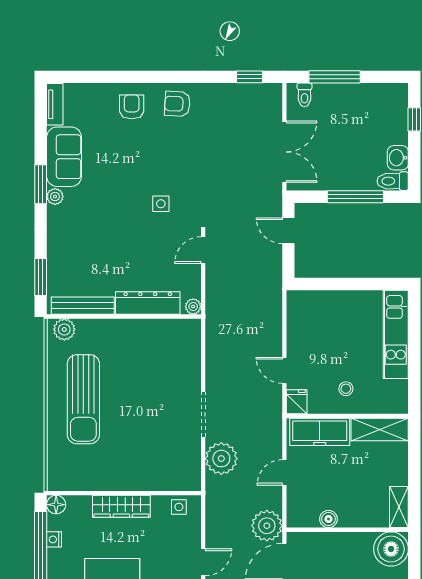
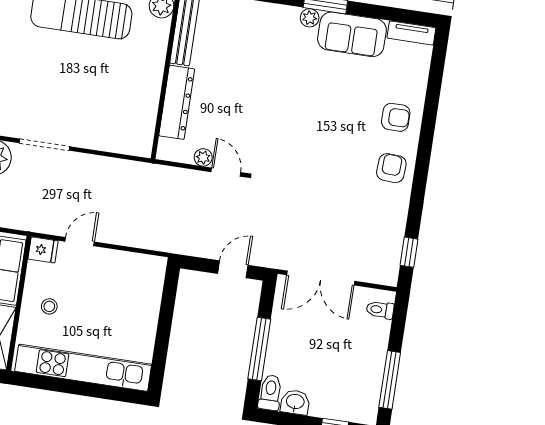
window: (335, 77) -> (390, 380), moved
side table: (161, 204) -> (284, 133), removed
plant: (193, 307) -> (203, 157), moved
kitchen unit: (396, 334) -> (83, 368), width x1.36

